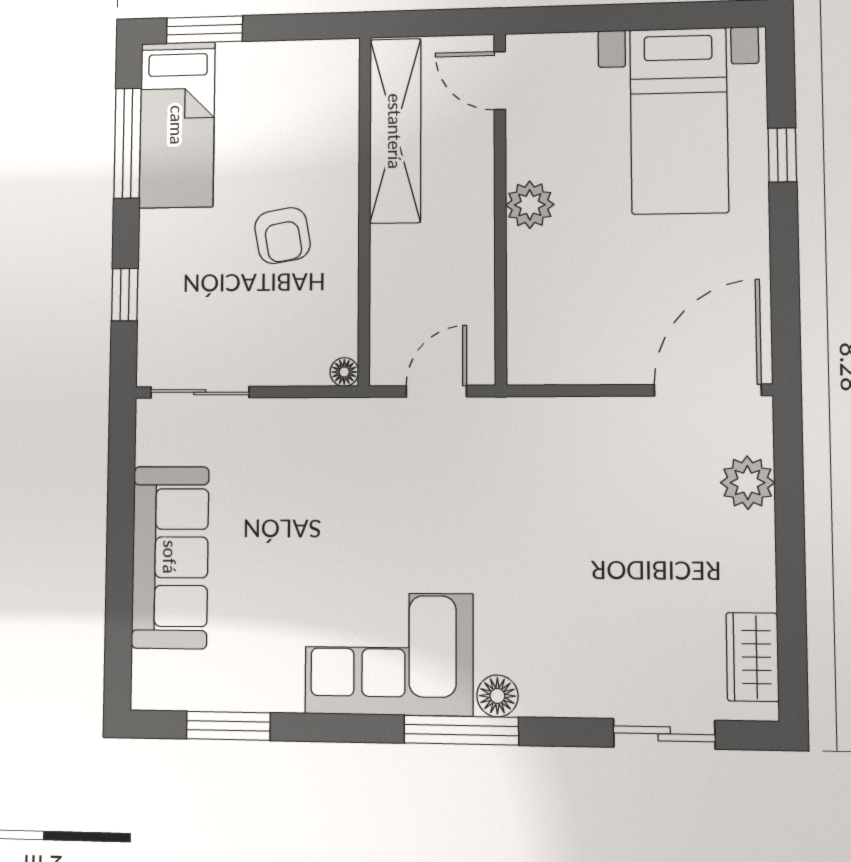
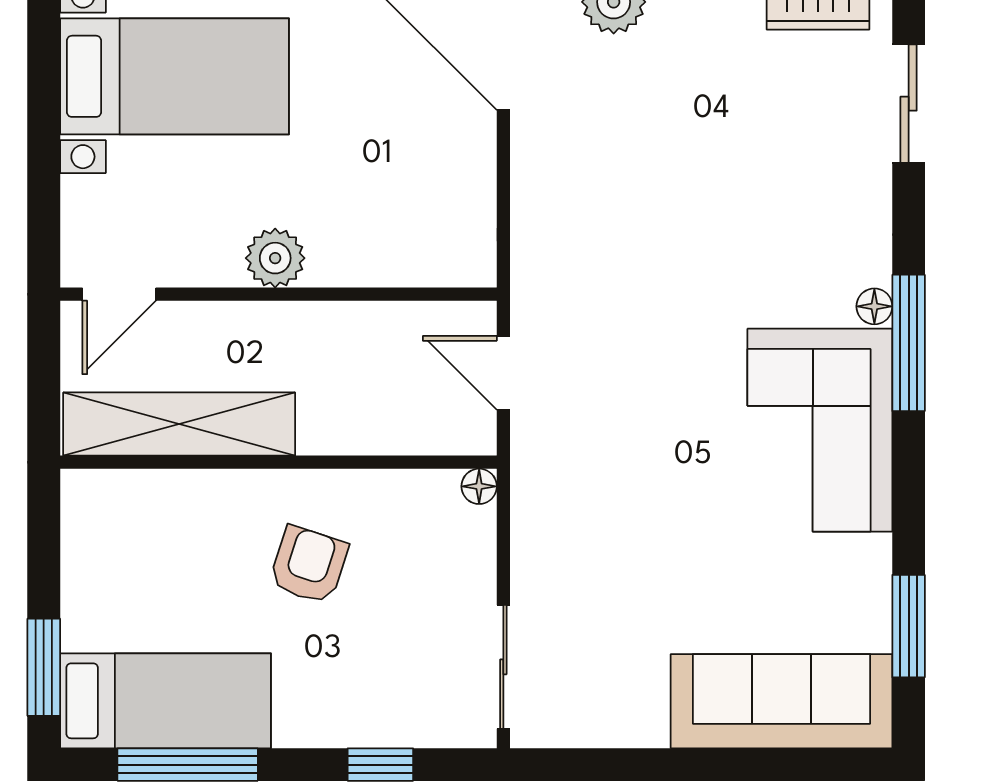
armchair: (282, 236) -> (309, 565), turned -62
sofa: (170, 557) -> (782, 701), moved
floor lamp: (497, 696) -> (874, 306), width x0.73, depth x0.73

